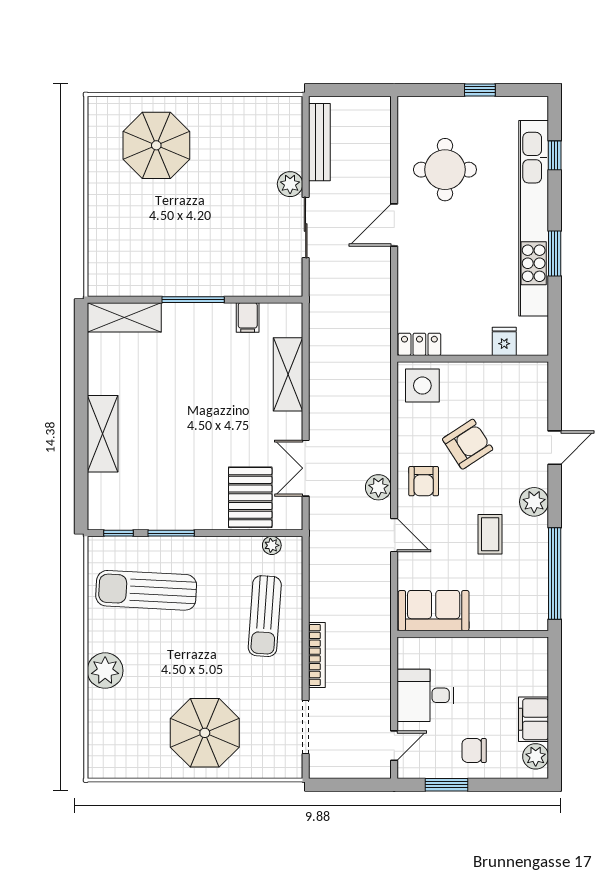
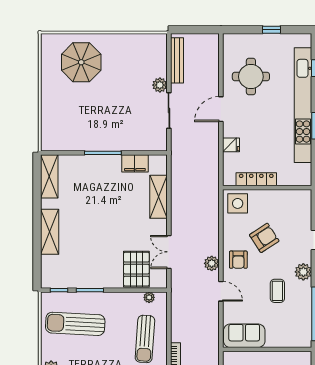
shelving: (124, 317) -> (49, 176), moved, turned 90
filing cabinet: (248, 317) -> (135, 163), width x2.00
fridge: (504, 341) -> (231, 145), moved, turned 90
locker: (419, 344) -> (256, 179), moved, width x1.53

